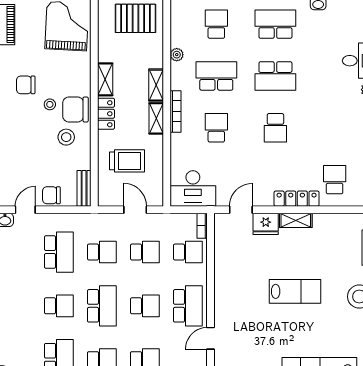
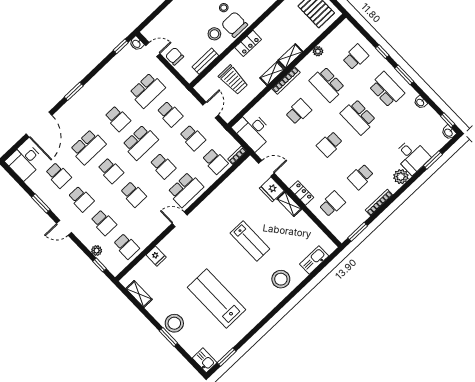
school desk: (216, 76) -> (327, 84), turned 180
shelving: (105, 79) -> (267, 25), removed
school desk: (335, 128) -> (361, 177), added
bench: (84, 188) -> (205, 61), moved
locker: (297, 199) -> (302, 193), width x0.66

